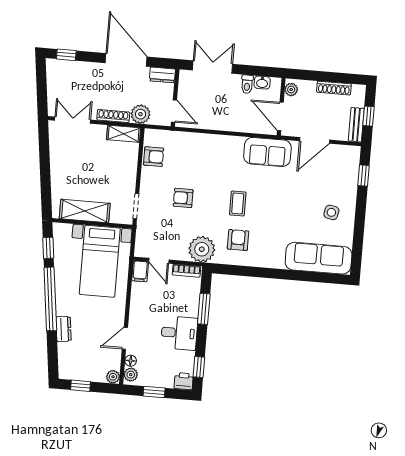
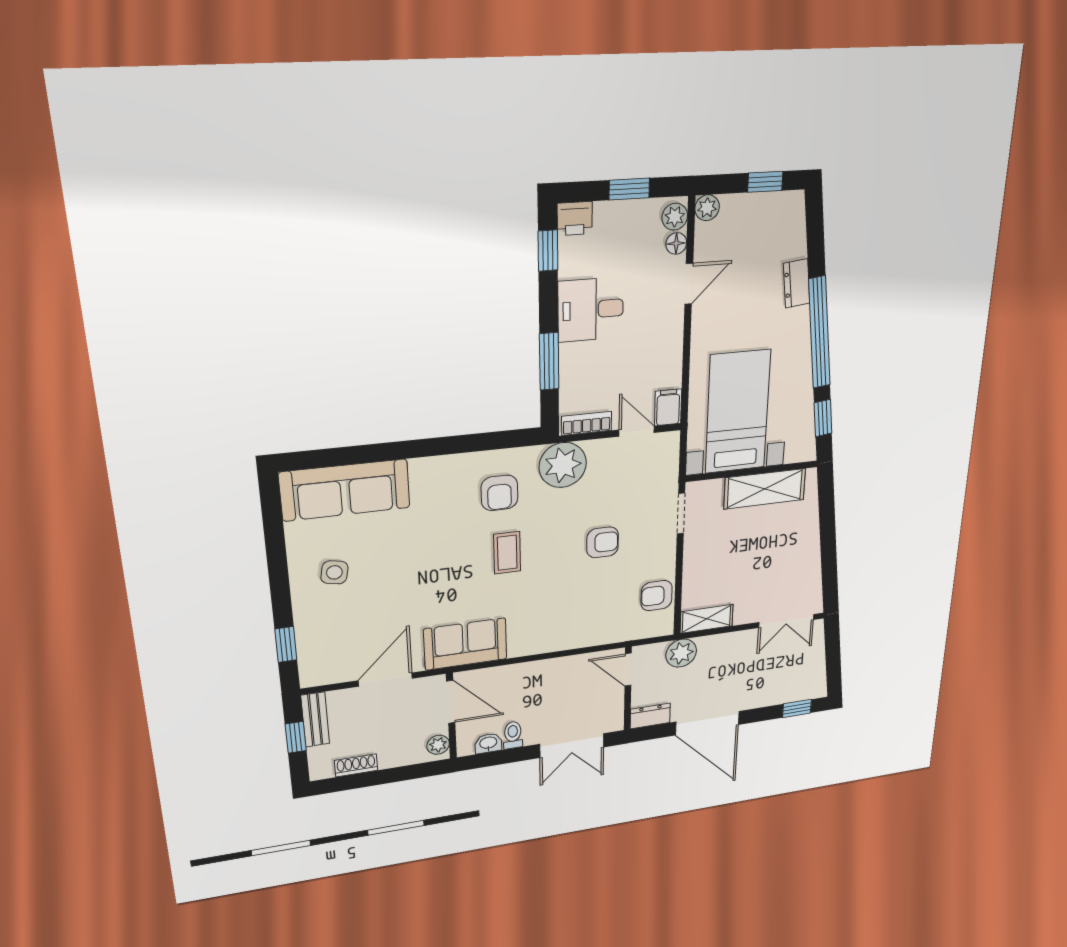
shoe rack: (334, 88) -> (356, 765), width x0.70
shoe rack: (113, 116) -> (724, 641), removed

